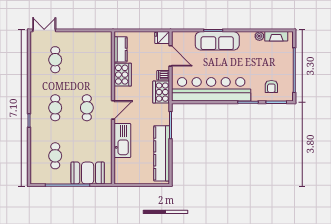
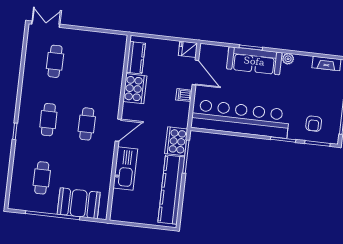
plant: (259, 36) -> (288, 59), moved
cooker: (161, 92) -> (176, 141), moved

